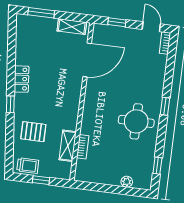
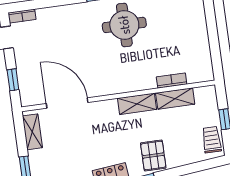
shelving: (72, 115) -> (137, 104), added
pallet: (33, 132) -> (153, 155), moved
plant: (127, 182) -> (199, 17), removed

